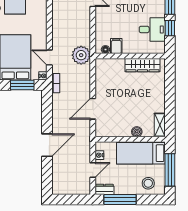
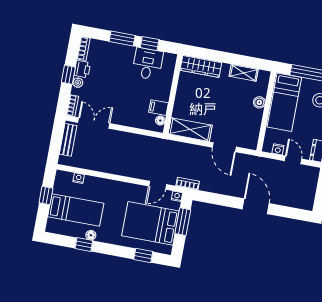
plant: (81, 55) -> (162, 149), removed
wardrobe: (143, 65) -> (201, 66), moved, turned 90
shelving: (102, 77) -> (190, 130), added
shelving: (160, 125) -> (244, 73), moved

